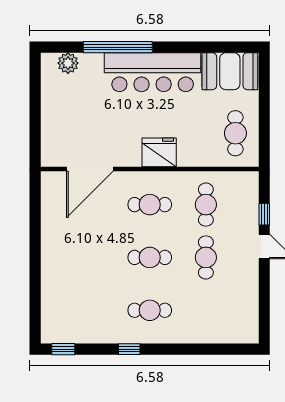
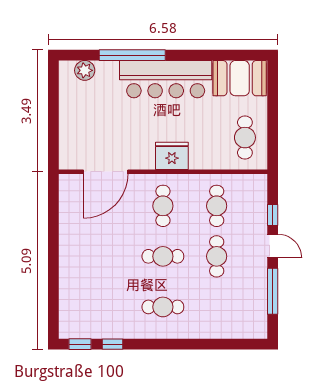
cafe table: (150, 205) -> (163, 206), turned 90
window: (264, 294) -> (273, 291), added
window: (129, 349) -> (113, 344), moved

